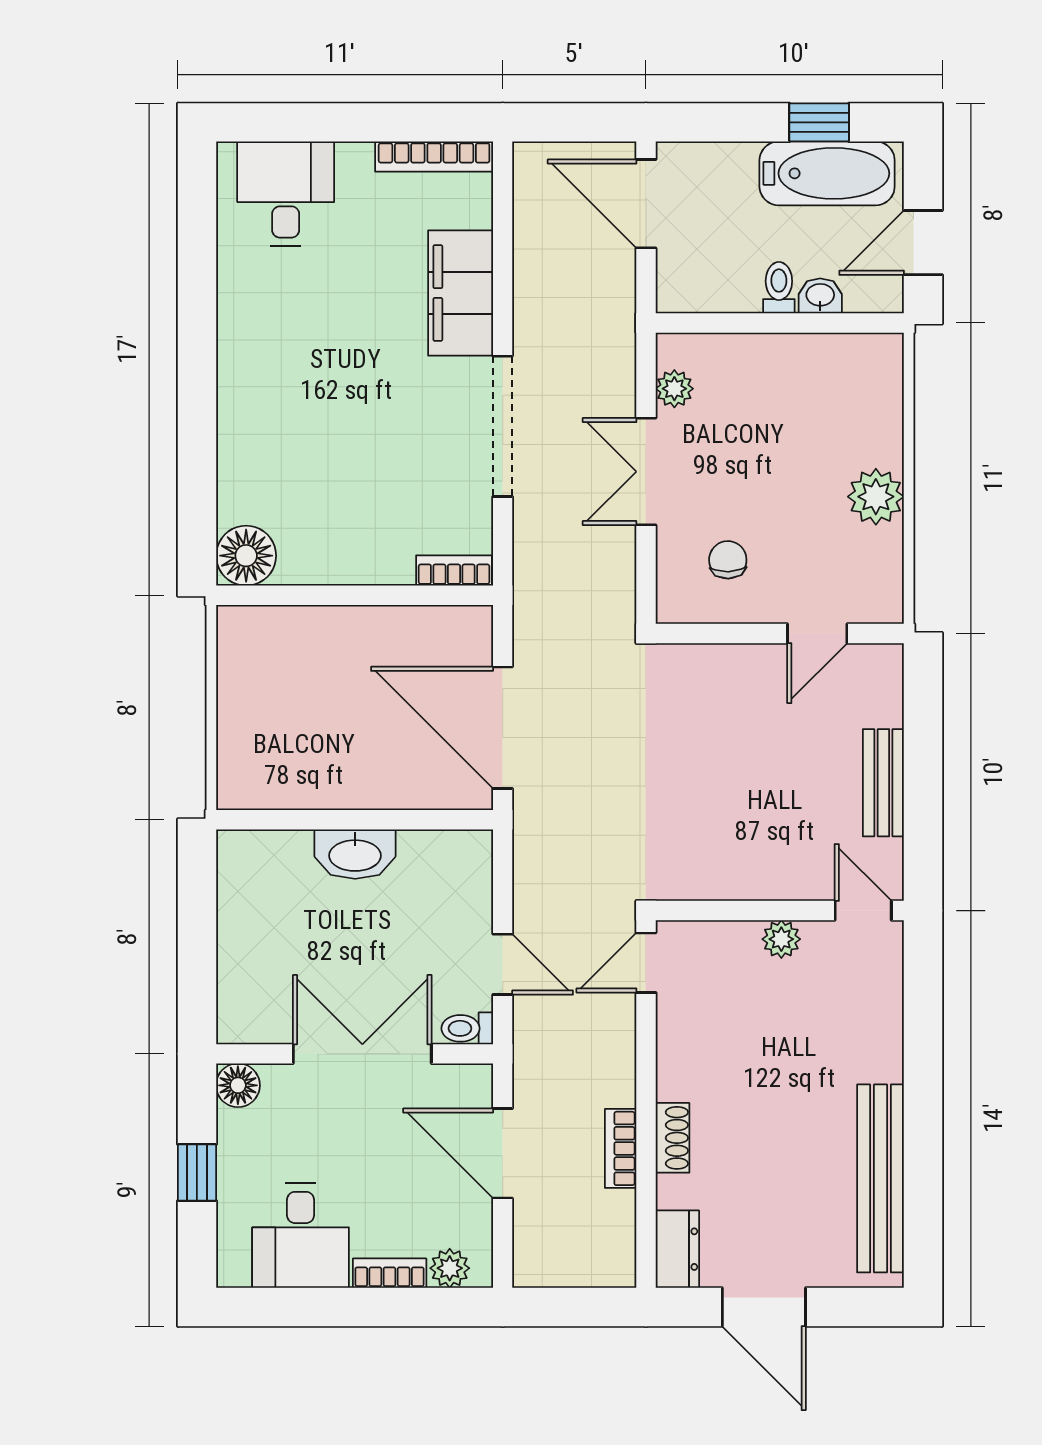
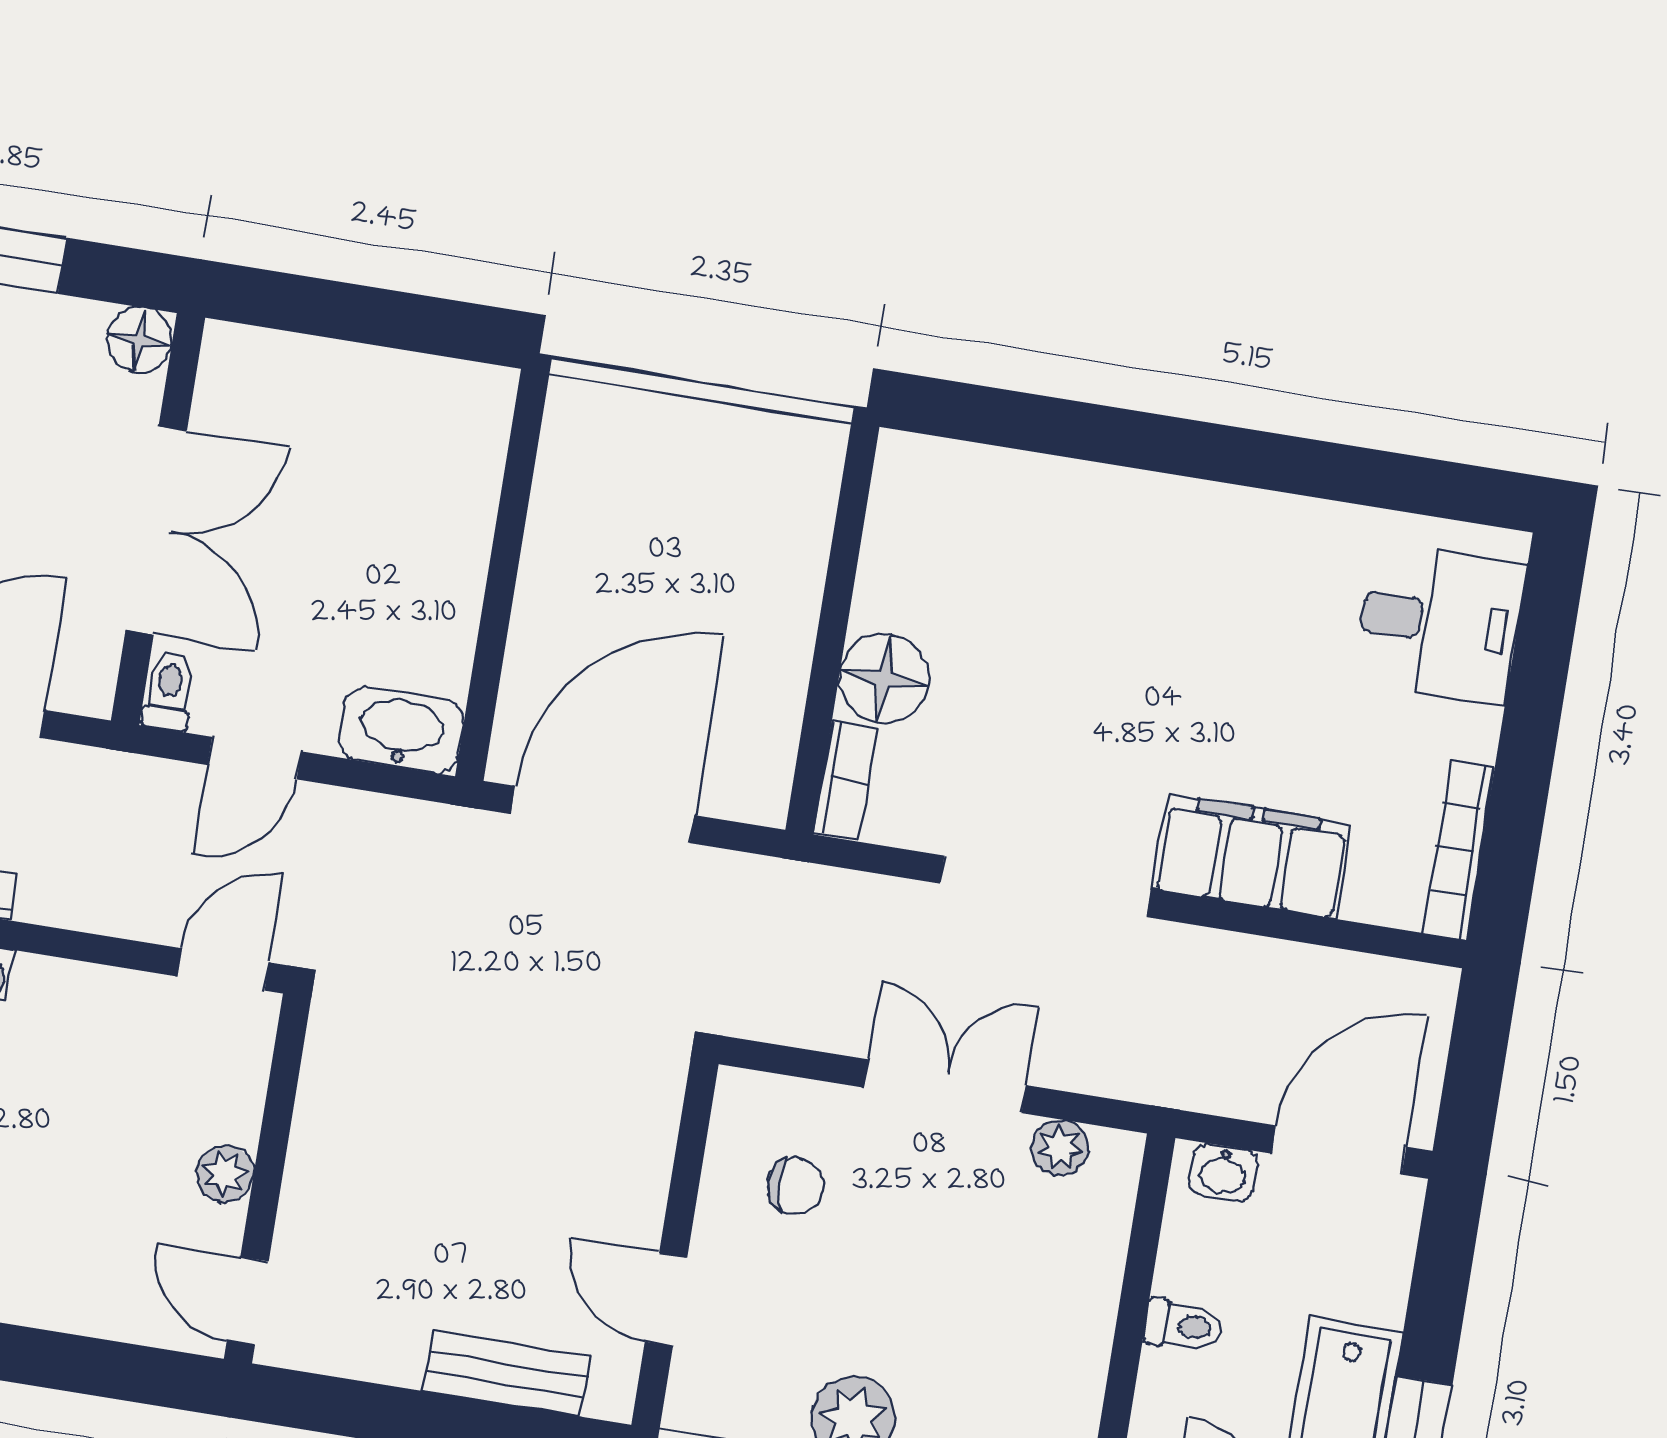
washbasin: (820, 296) -> (1223, 1172), moved, turned 90
floor lamp: (246, 556) -> (884, 678), moved
bench: (883, 783) -> (507, 1374), moved
washbasin: (355, 854) -> (401, 730), moved, turned 90
door: (863, 911) -> (248, 1301), swing flipped
door: (646, 963) -> (223, 969), hinge flipped

